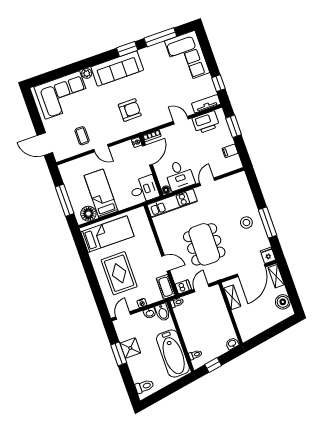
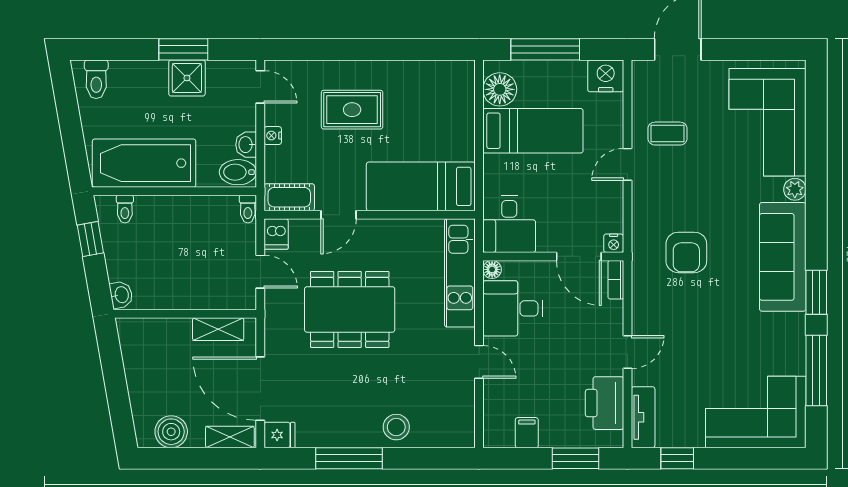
nightstand: (67, 171) -> (606, 76), added
stool: (246, 223) -> (396, 427), moved
bed: (107, 234) -> (421, 186), moved, turned 90
rug: (119, 273) -> (352, 110), width x0.73, depth x0.70

